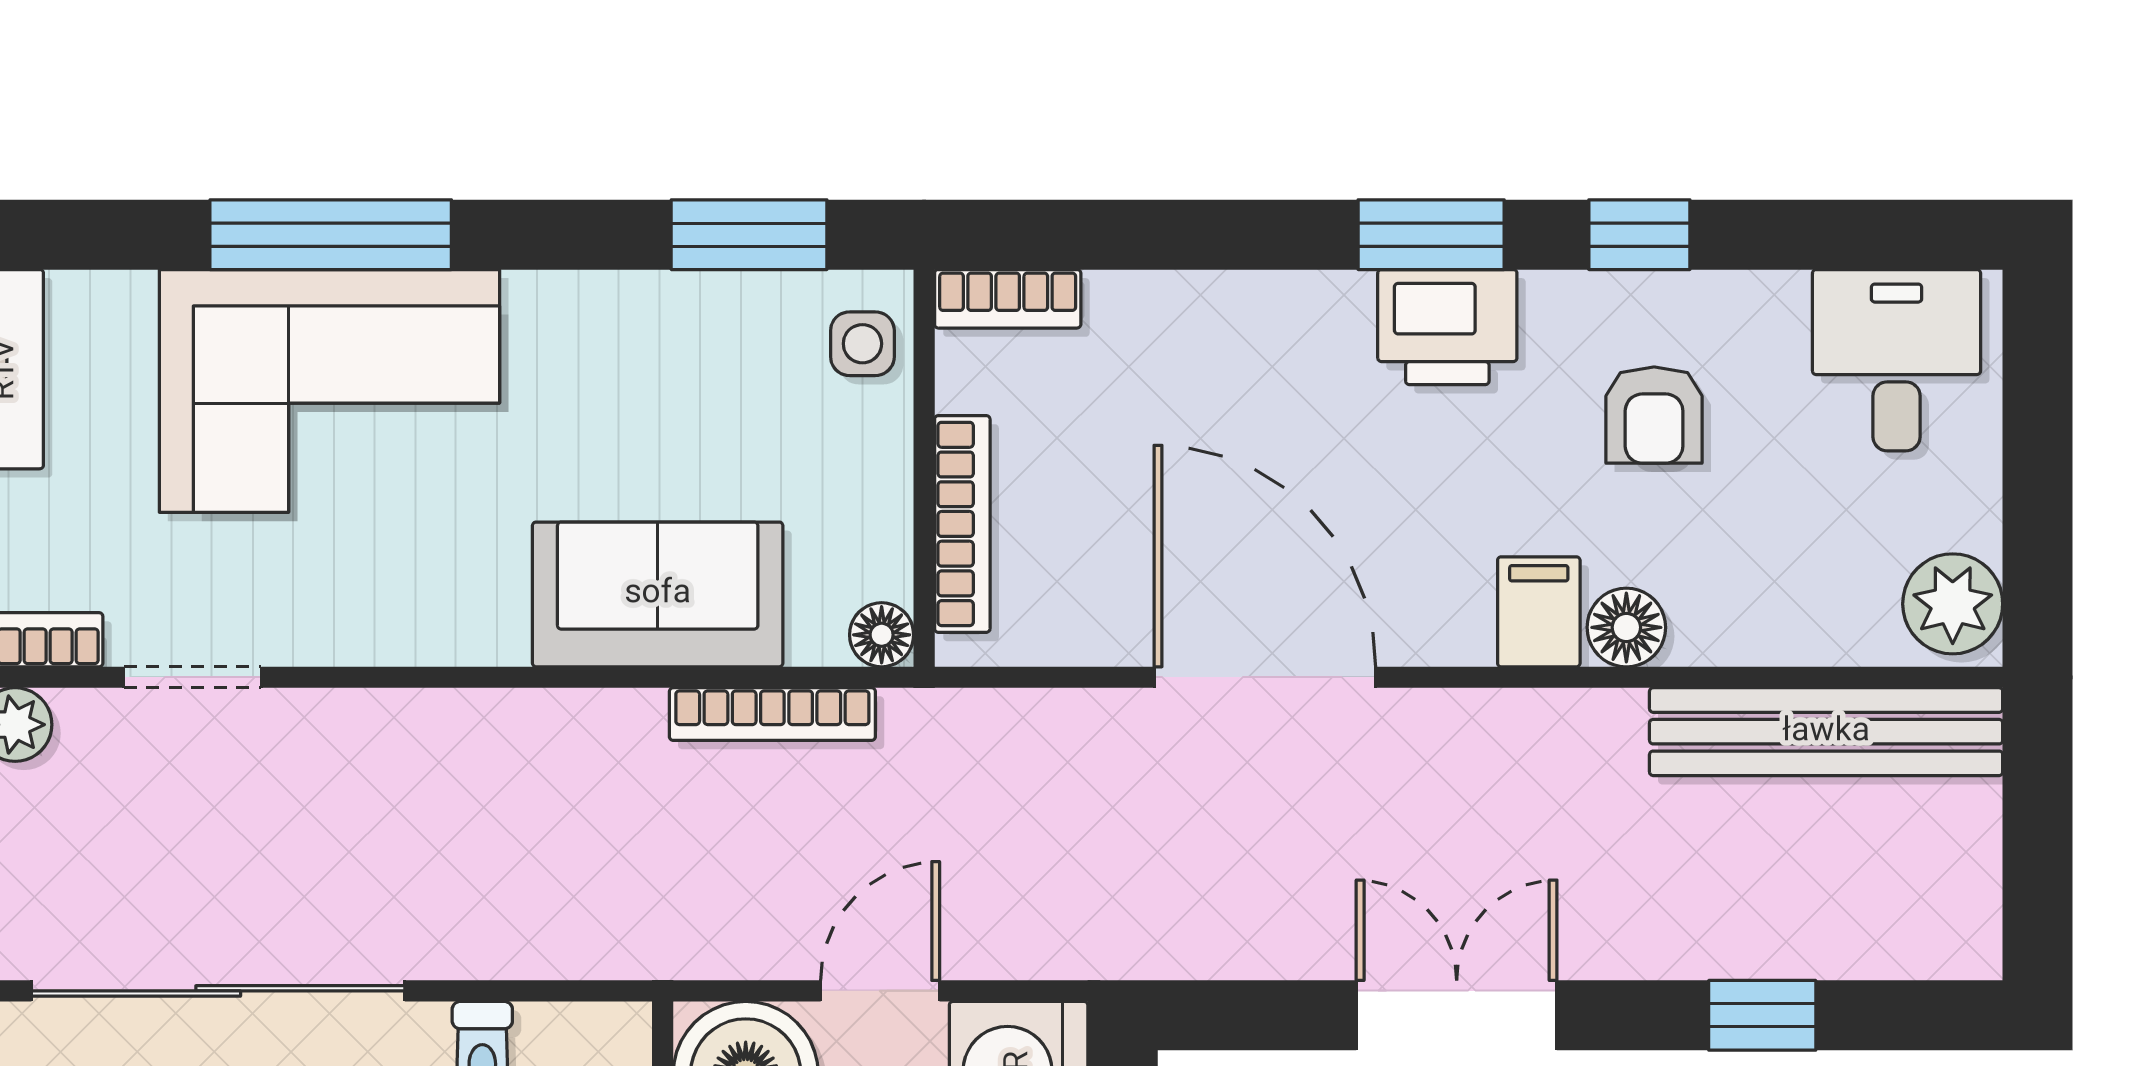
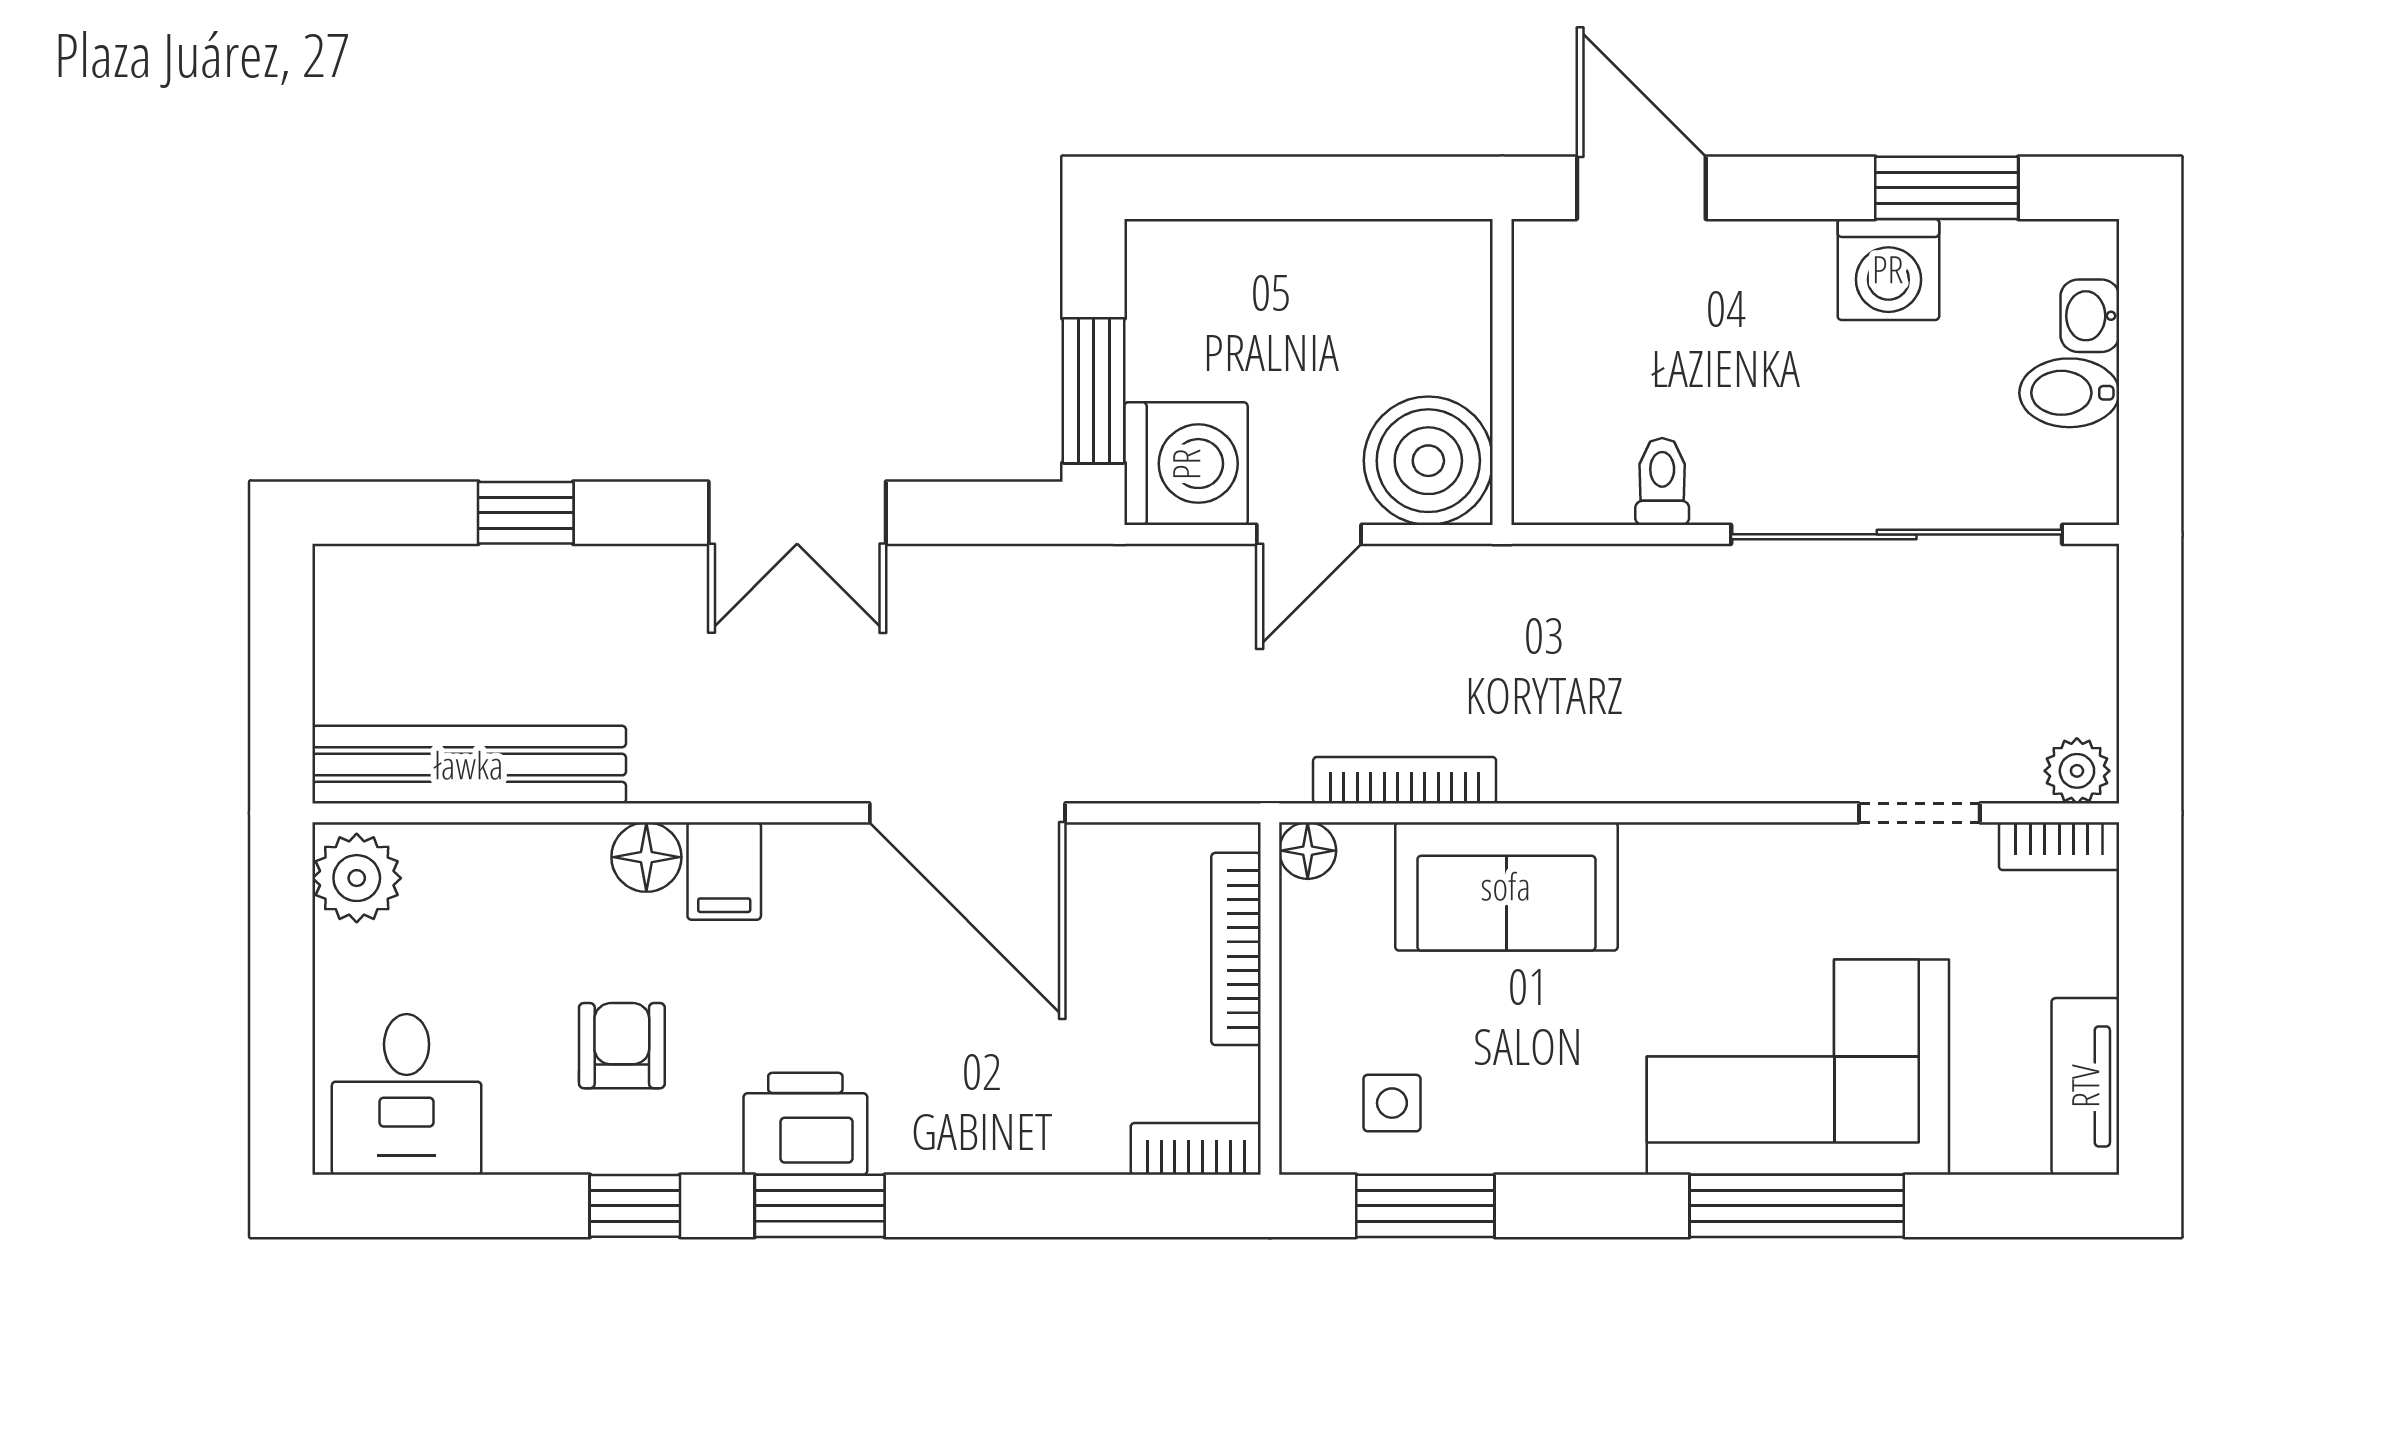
side table: (862, 344) -> (1392, 1103), moved

